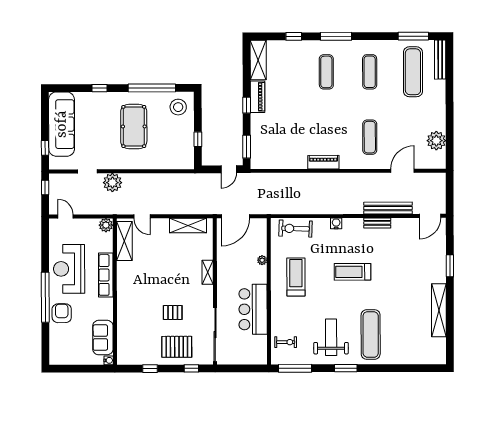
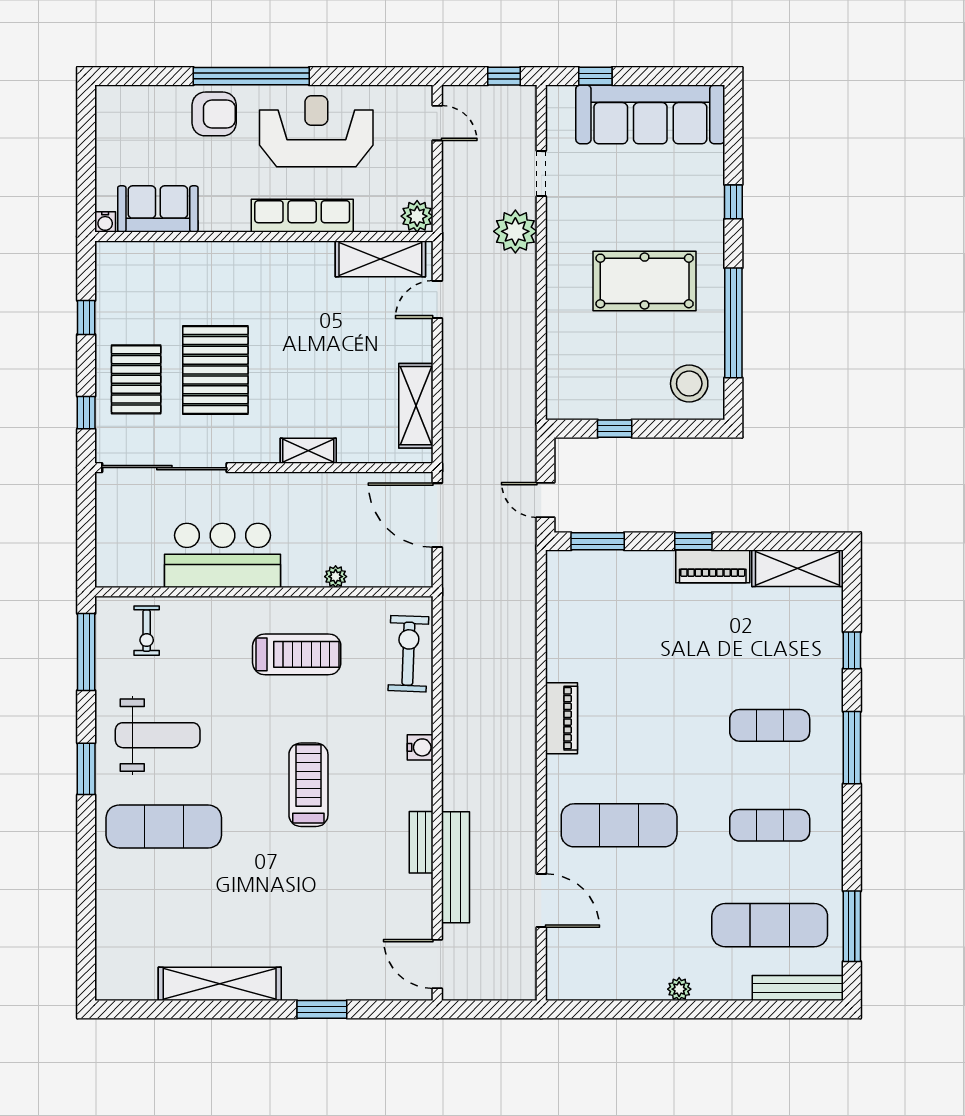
exercise mat: (370, 137) -> (619, 825), width x1.36, depth x1.45
plant: (436, 141) -> (679, 989), moved, width x0.53, depth x0.53
door: (65, 216) -> (437, 123), hinge flipped
pallet: (173, 312) -> (215, 370), width x2.05, depth x2.00

